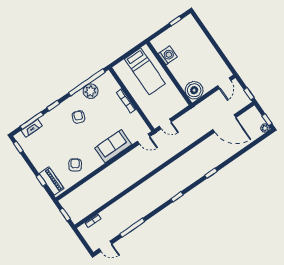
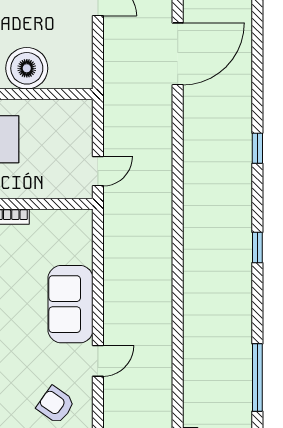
boiler: (194, 90) -> (27, 68), moved
door: (144, 139) -> (98, 361), moved

